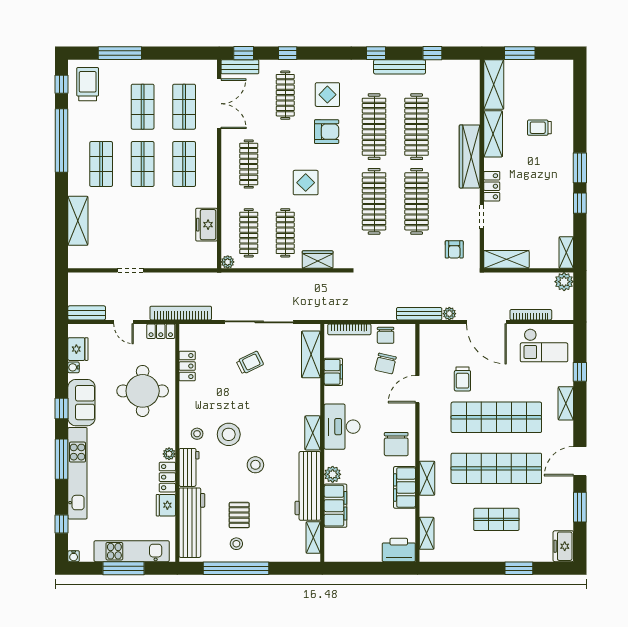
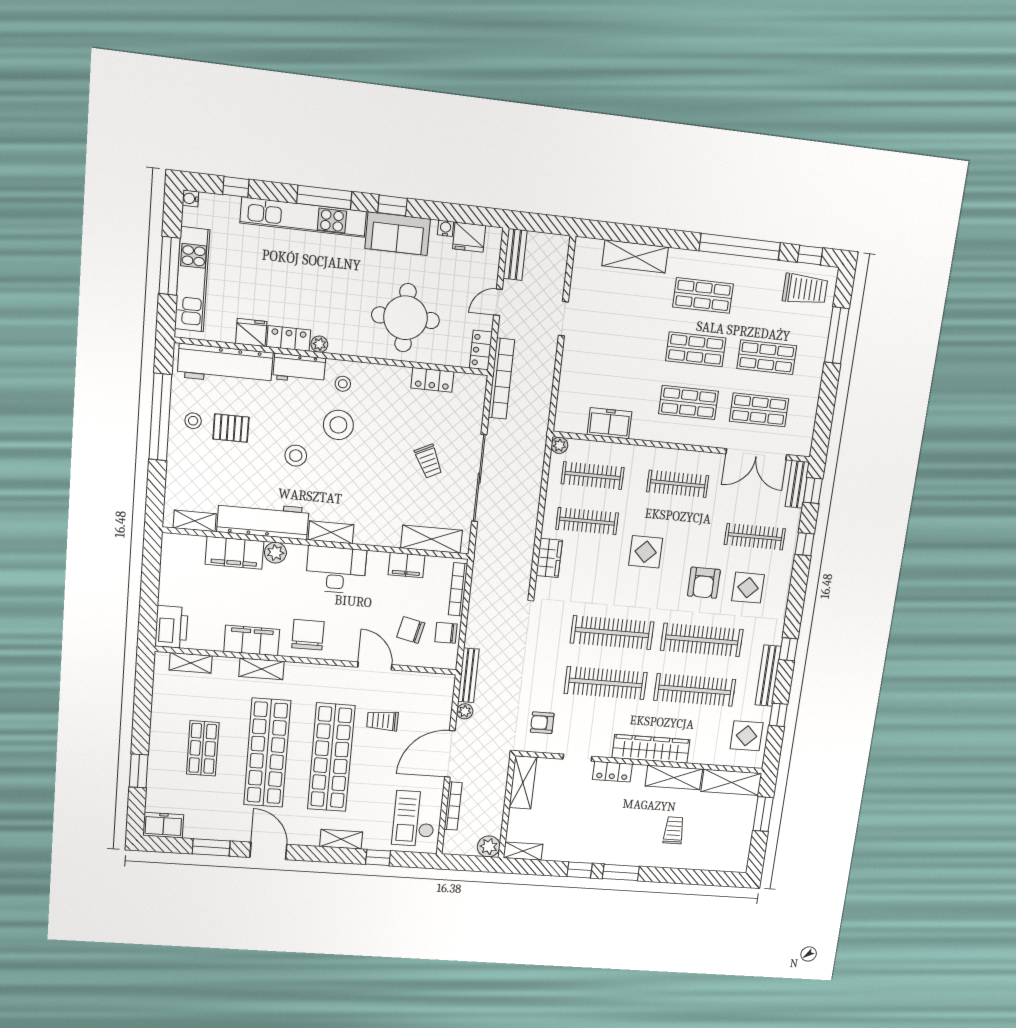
display table: (452, 77) -> (747, 736), added
chair: (396, 444) -> (308, 635), turned 90

